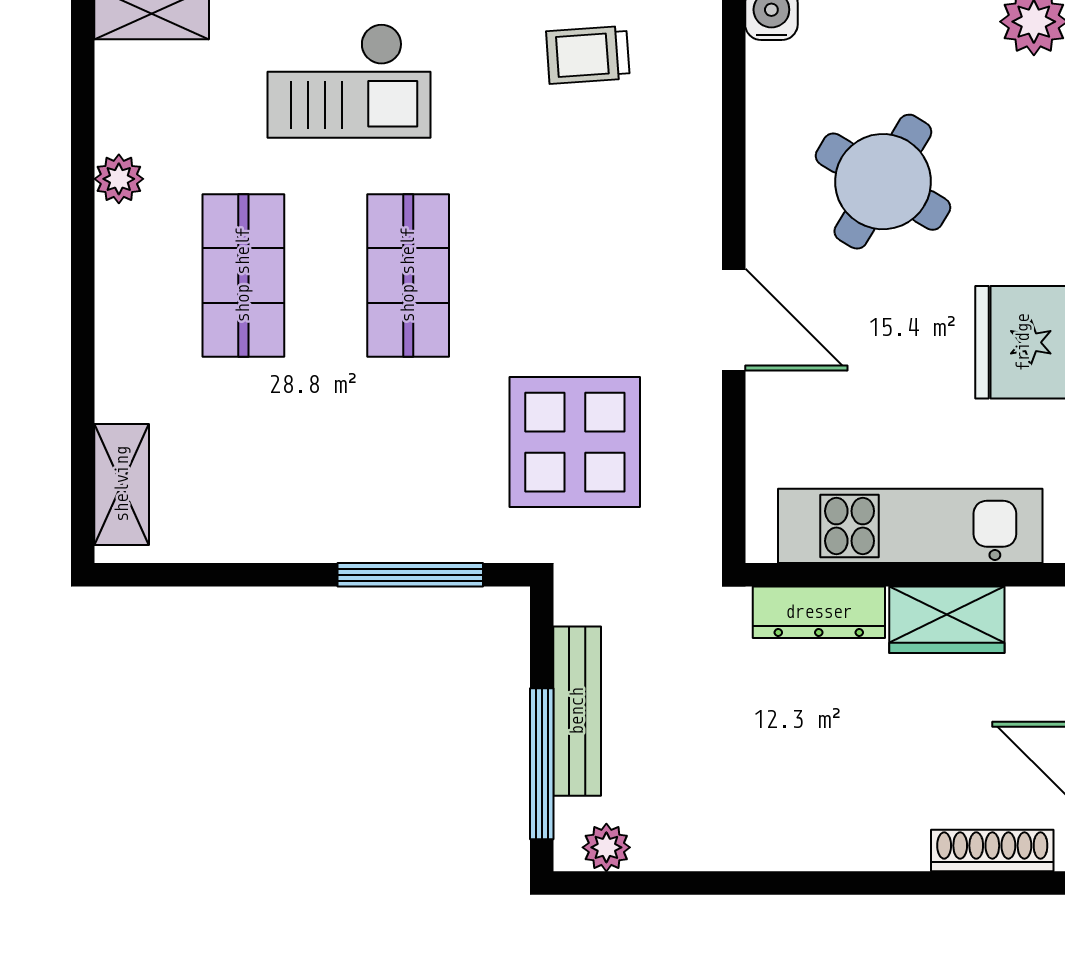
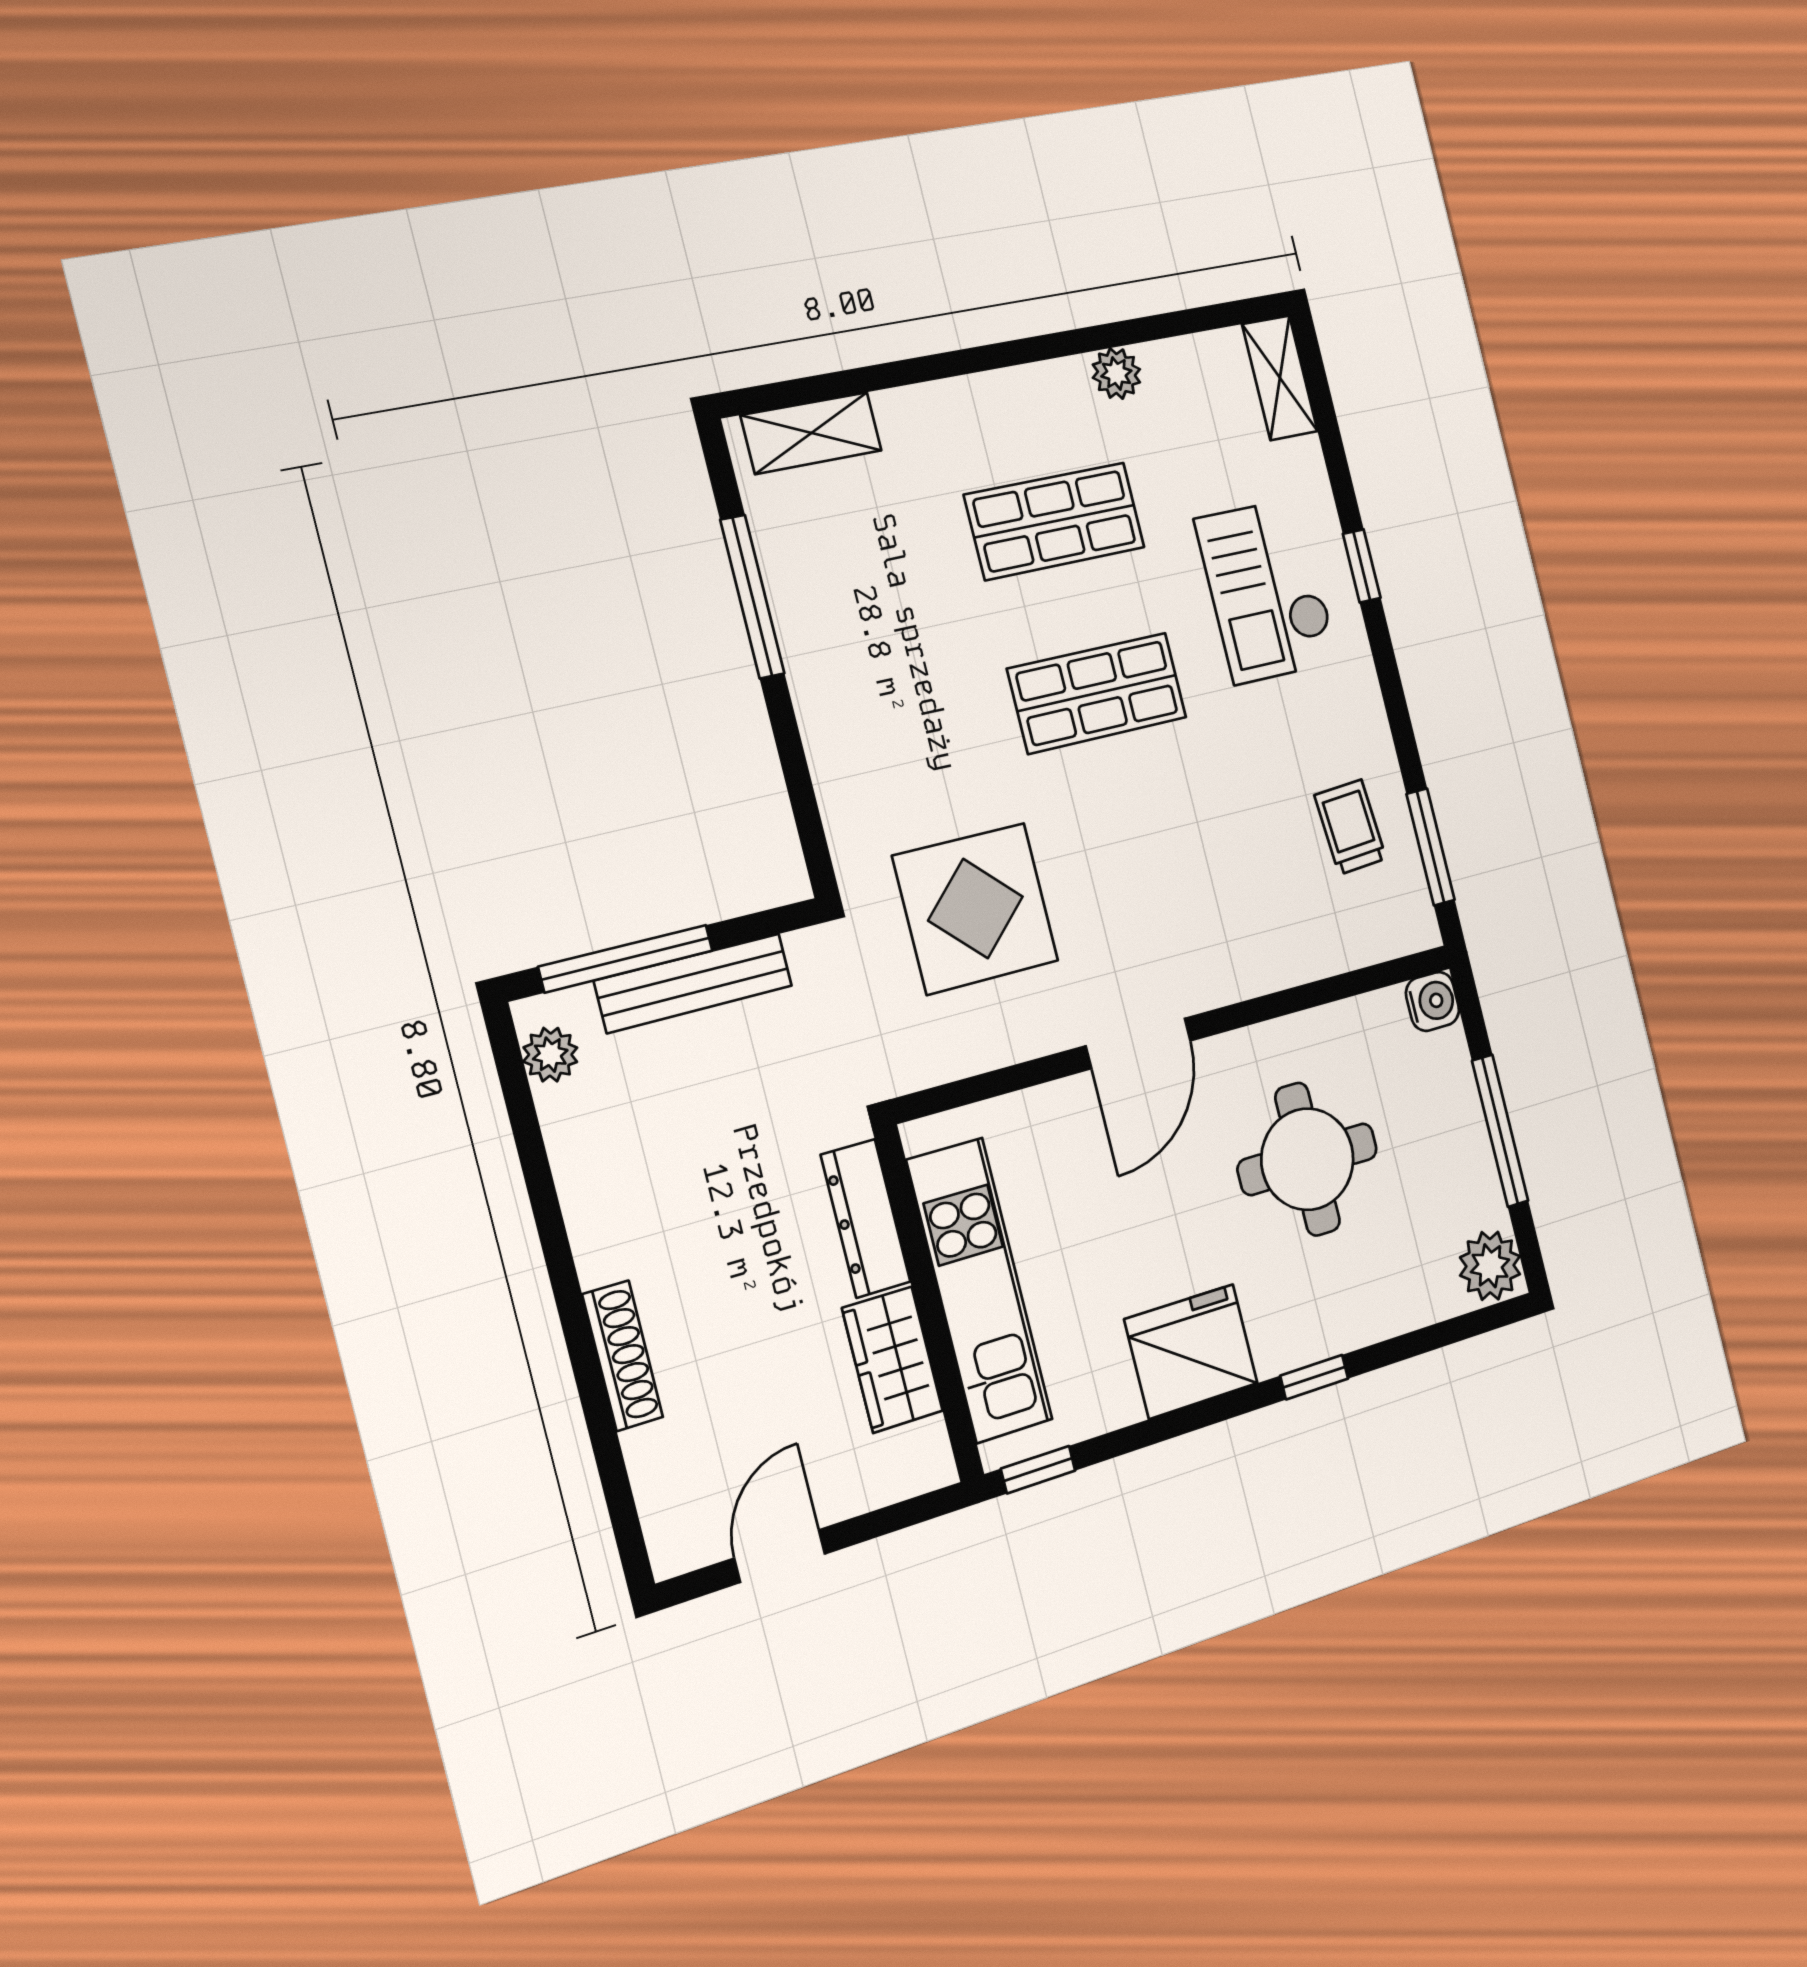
round table: (883, 182) -> (1307, 1159), turned -31
window: (410, 575) -> (752, 597), moved
shoe rack: (992, 851) -> (623, 1356), moved

